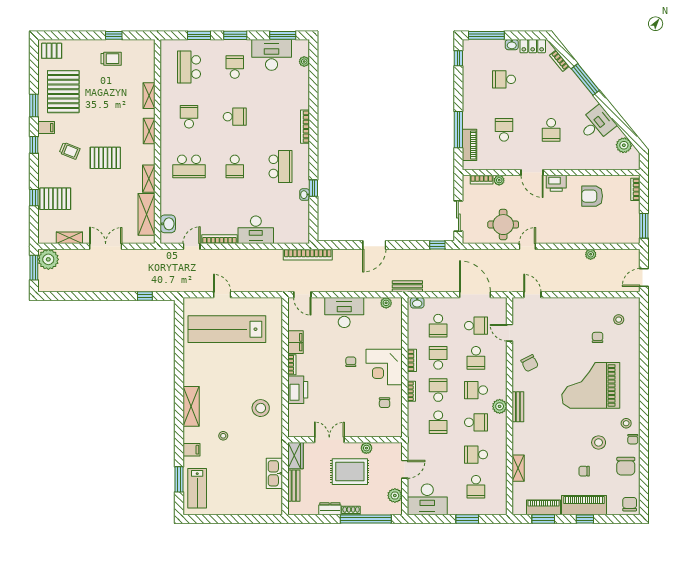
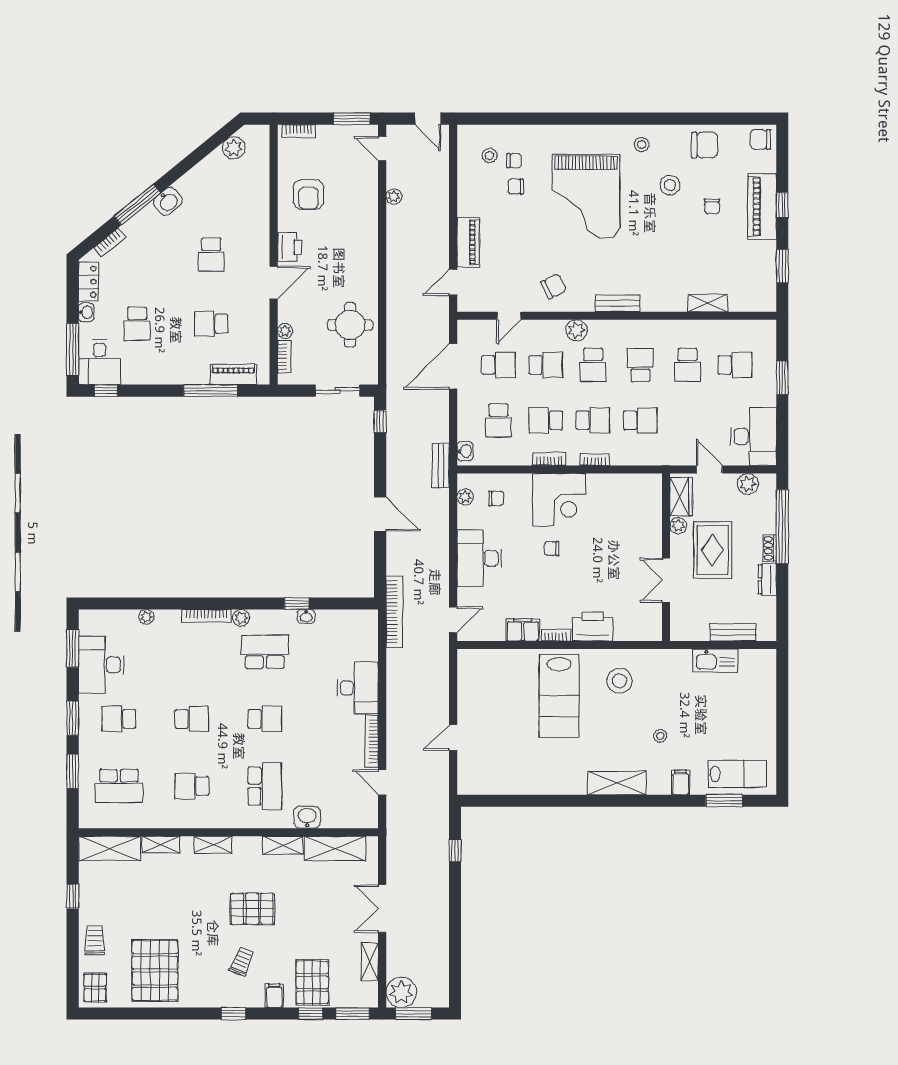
trolley: (111, 59) -> (95, 940), moved
shelving: (146, 61) -> (110, 848), added
plant: (304, 62) -> (146, 617), moved
pallet: (63, 92) -> (155, 971), turned 90
washbasin: (587, 100) -> (168, 201), added
window: (34, 106) -> (353, 1014), moved
school desk: (235, 117) -> (192, 719), turned 90
desk: (597, 124) -> (99, 362), moved, turned -141
filing cabinet: (46, 128) -> (274, 996), moved
school desk: (551, 130) -> (211, 255), turned 90
plant: (304, 150) -> (241, 618), added
pallet: (105, 158) -> (252, 909), turned 90
washbasin: (168, 224) -> (307, 817), moved
door: (527, 246) -> (382, 149), moved
school desk: (438, 326) -> (498, 420), turned 90
school desk: (476, 326) -> (498, 365), turned 90
lab bench: (227, 329) -> (559, 696), moved, width x0.73
school desk: (438, 390) -> (593, 420), turned 180
chair: (385, 403) -> (496, 498), moved
plant: (500, 406) -> (577, 330), moved
chair: (633, 439) -> (514, 161), moved
wardrobe: (295, 456) -> (681, 496), moved, turned 90
piano: (543, 507) -> (468, 242), moved, turned 180

